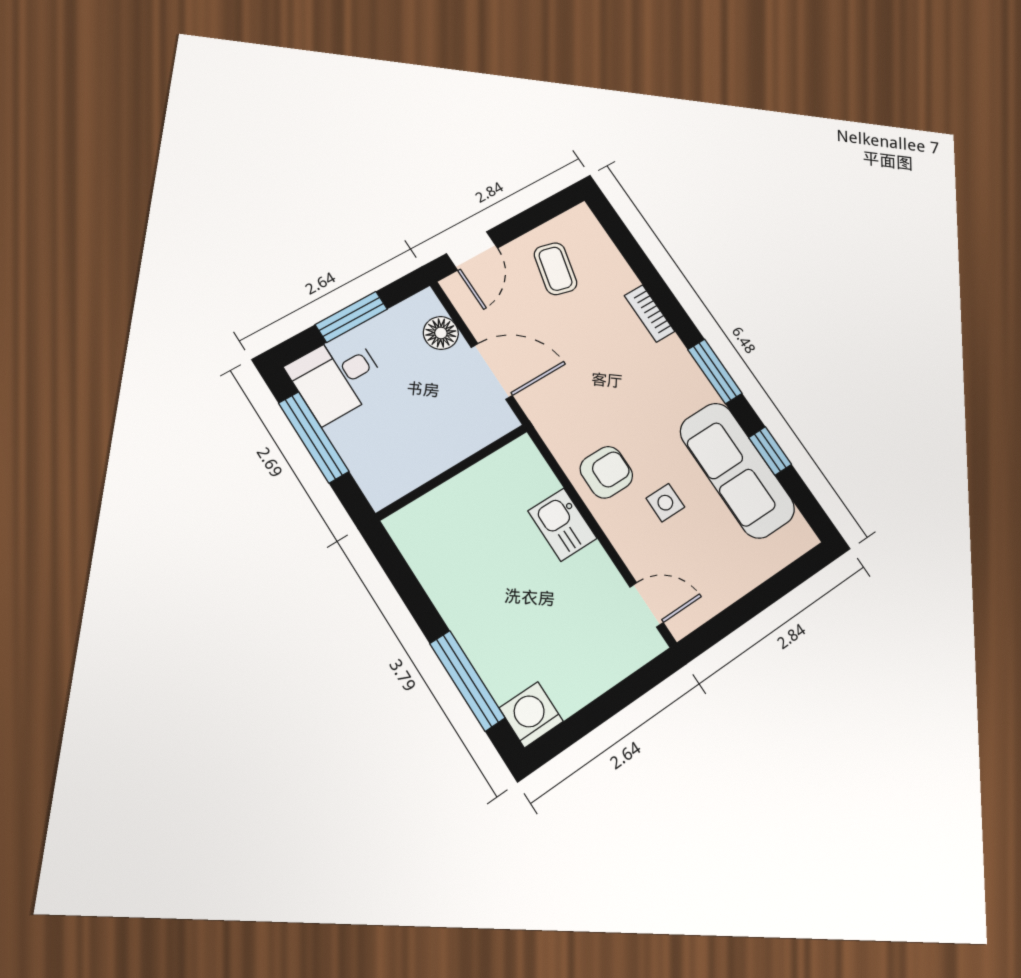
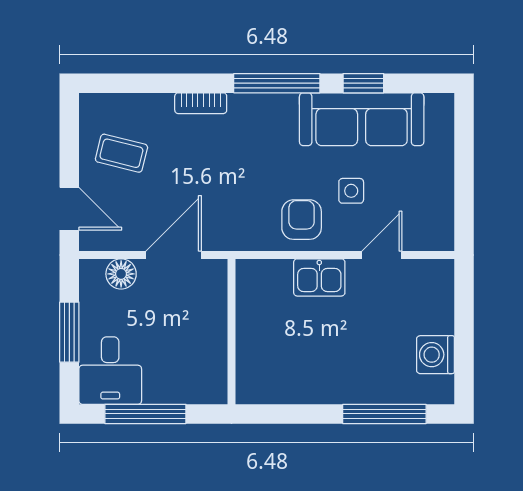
window: (715, 371) -> (277, 83), width x1.44
door: (647, 605) -> (382, 255), moved
washing machine: (531, 715) -> (435, 355), moved

